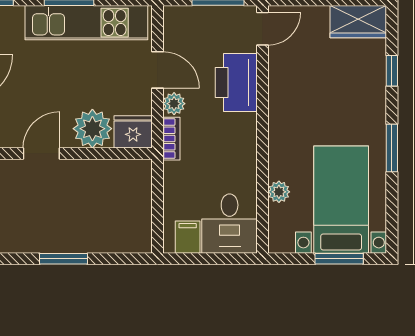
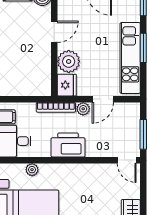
printer: (236, 83) -> (68, 145), moved
bookcase: (171, 139) -> (56, 107), width x1.56
door: (41, 154) -> (54, 32), hinge flipped

